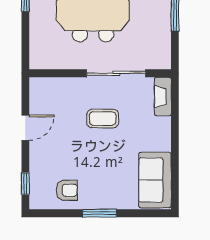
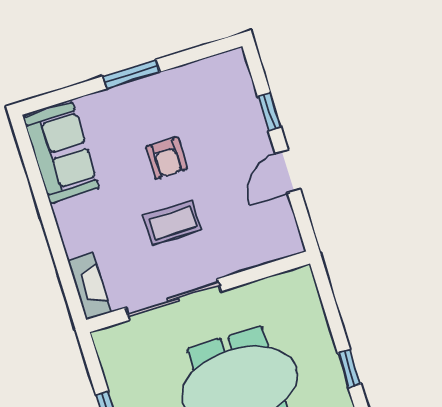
window: (25, 184) -> (269, 112), moved
armchair: (67, 190) -> (167, 158), moved, turned -90

